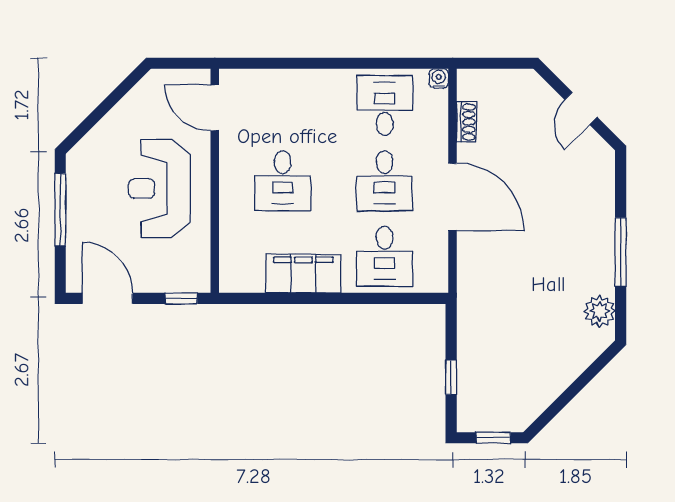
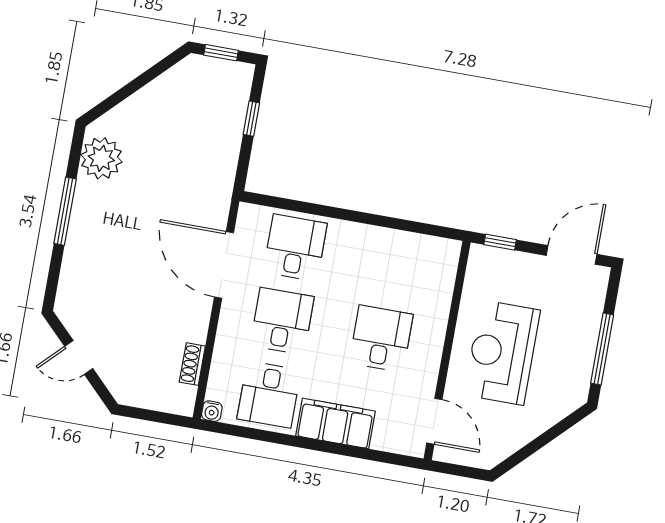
door: (581, 108) -> (79, 357), swing flipped
reception desk: (159, 189) -> (502, 352), turned 180
door: (453, 197) -> (224, 265), moved
filing cabinet: (303, 273) -> (336, 423), moved, turned 180
door: (108, 298) -> (572, 255), swing flipped
plant: (600, 311) -> (101, 158), width x1.36, depth x1.36

